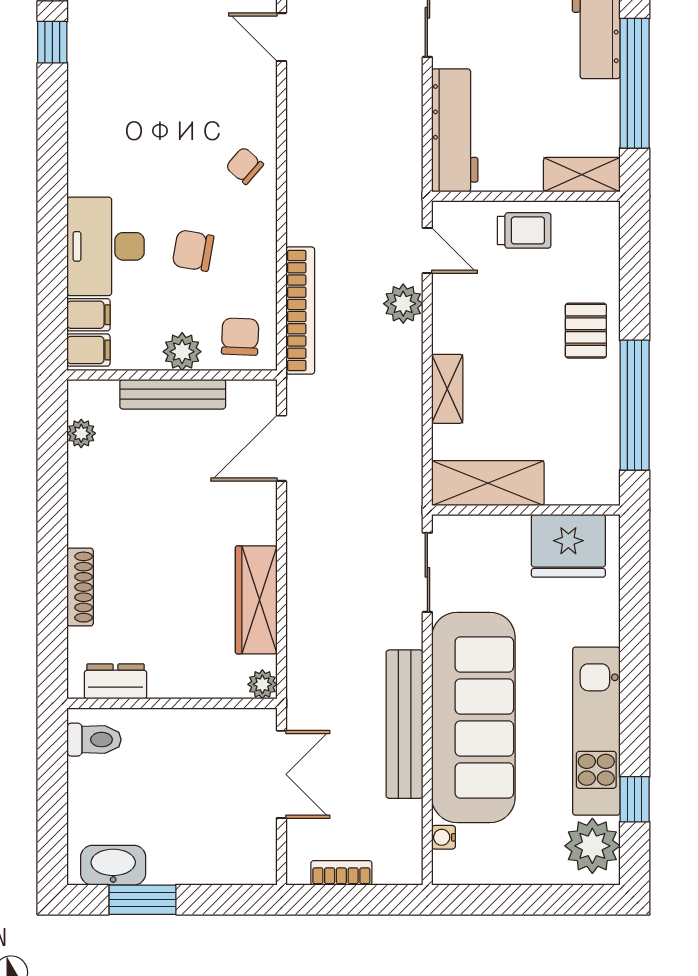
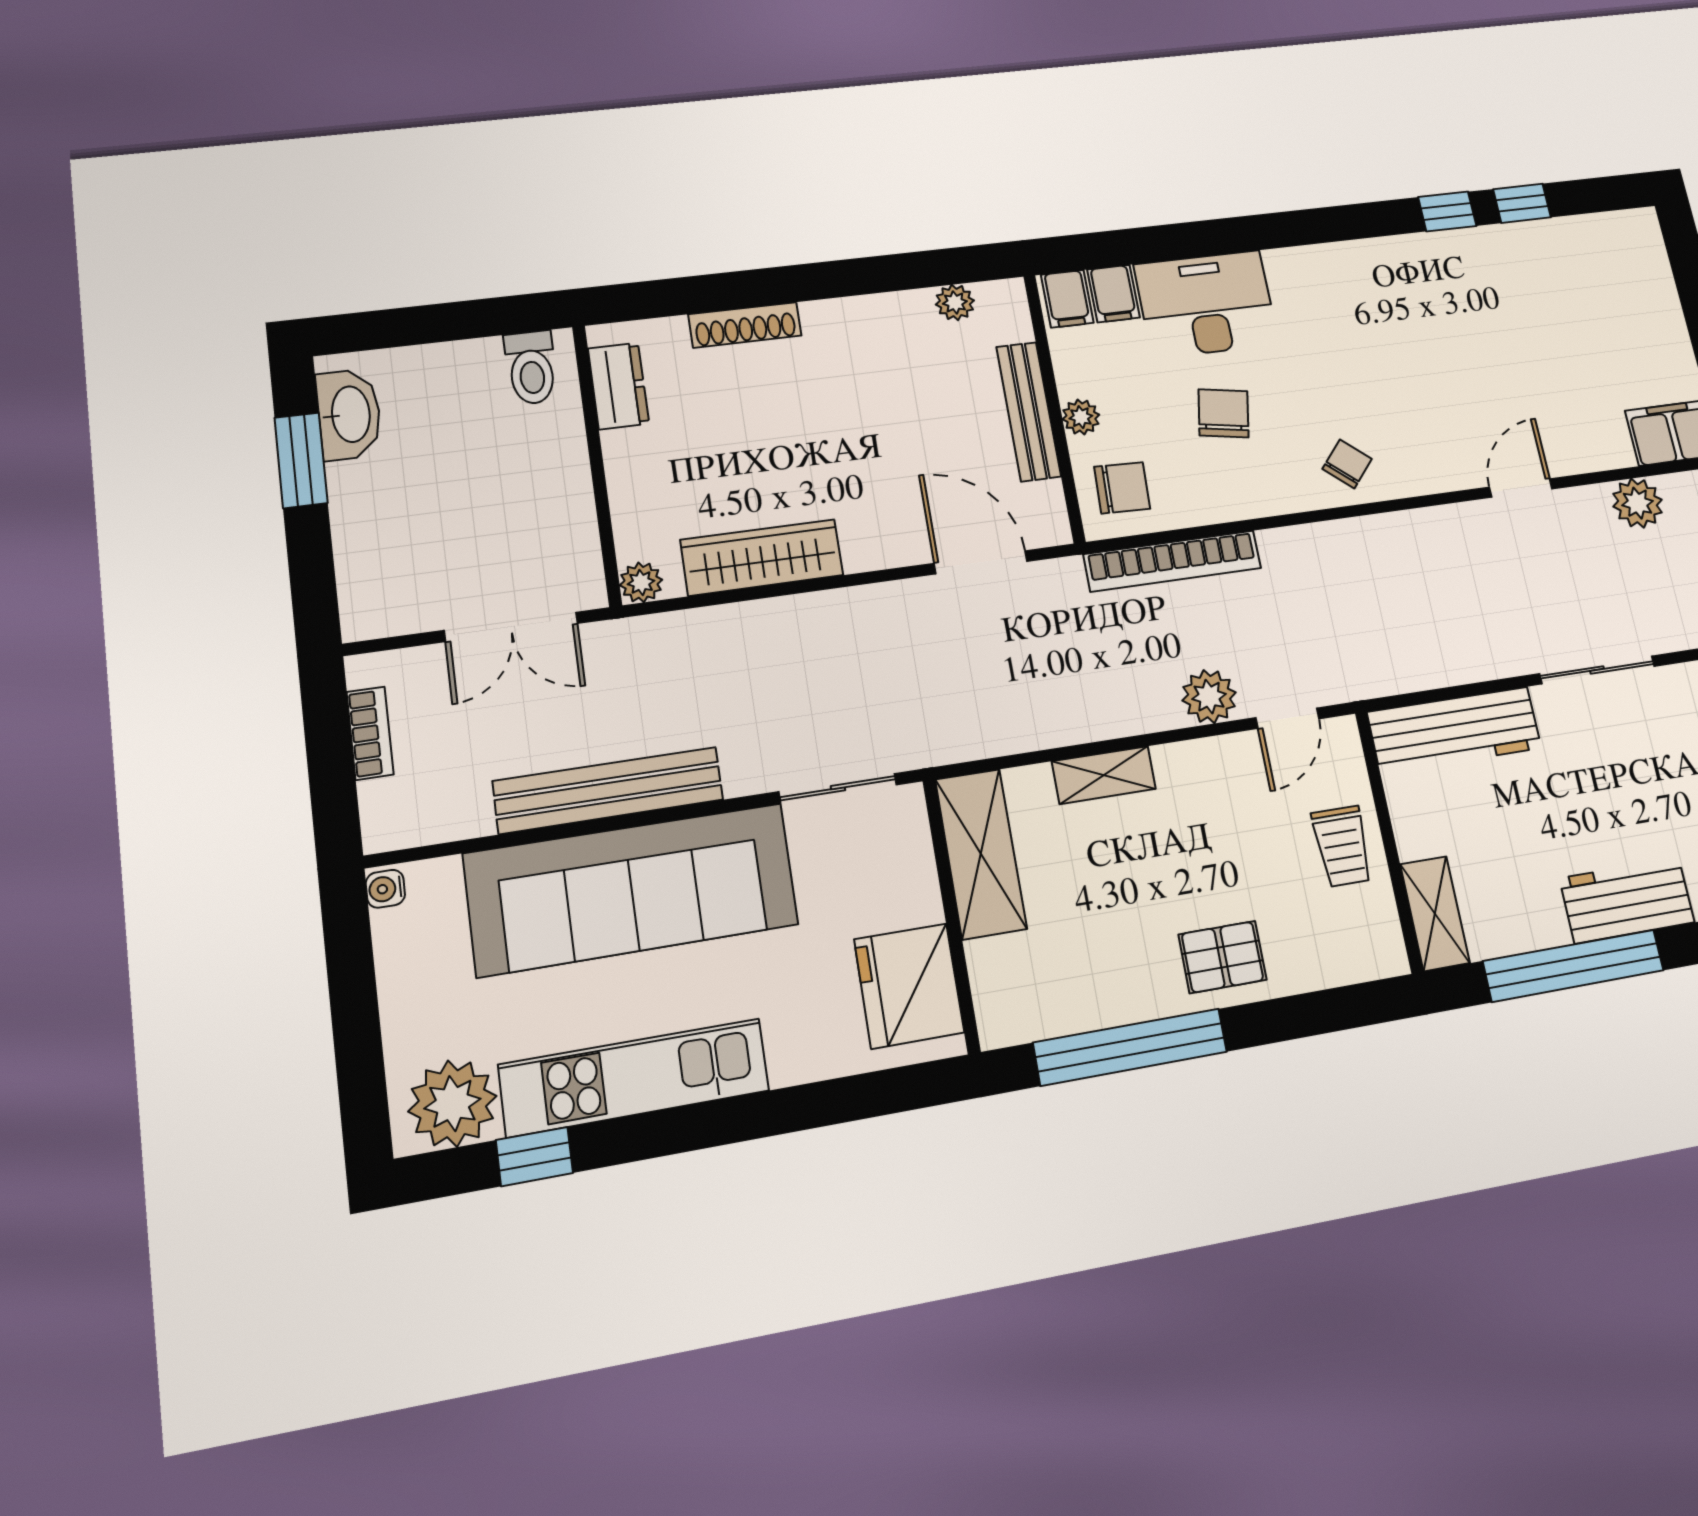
plant: (182, 352) -> (1081, 417), width x0.73, depth x0.73
water cooler: (444, 837) -> (385, 889), moved, turned -90

